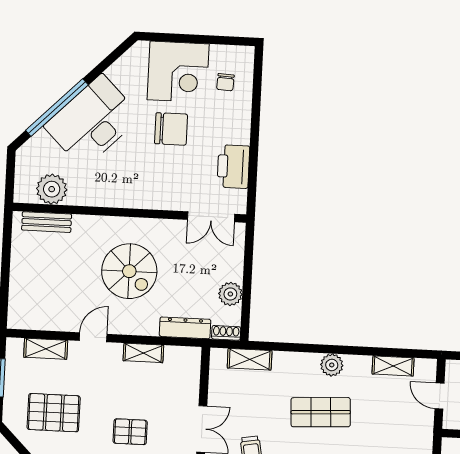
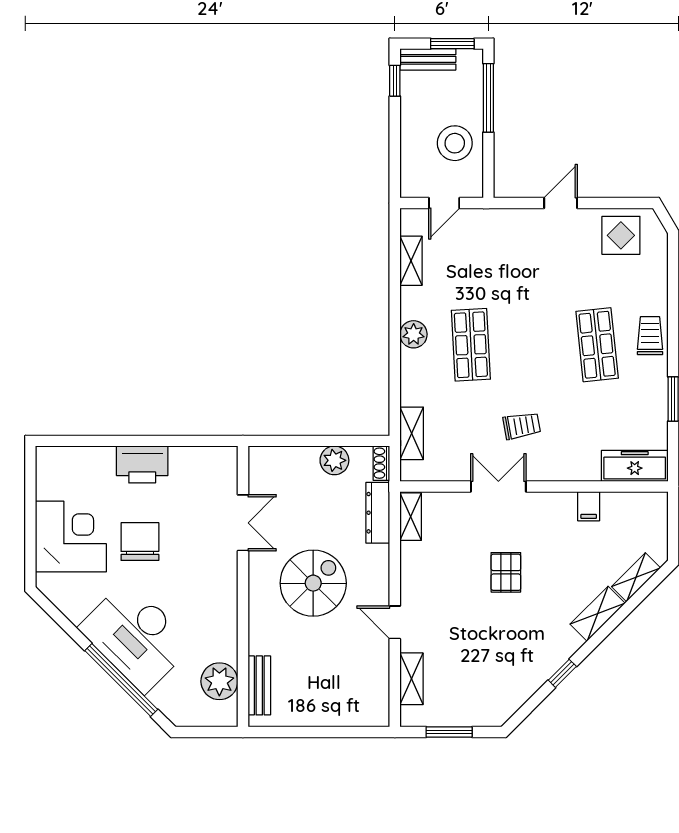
chair: (225, 82) -> (80, 479), removed
printer: (233, 166) -> (142, 464), moved
double door: (211, 217) -> (243, 523), moved
shelving: (143, 353) -> (411, 517), moved
pallet: (54, 413) -> (488, 665), removed

